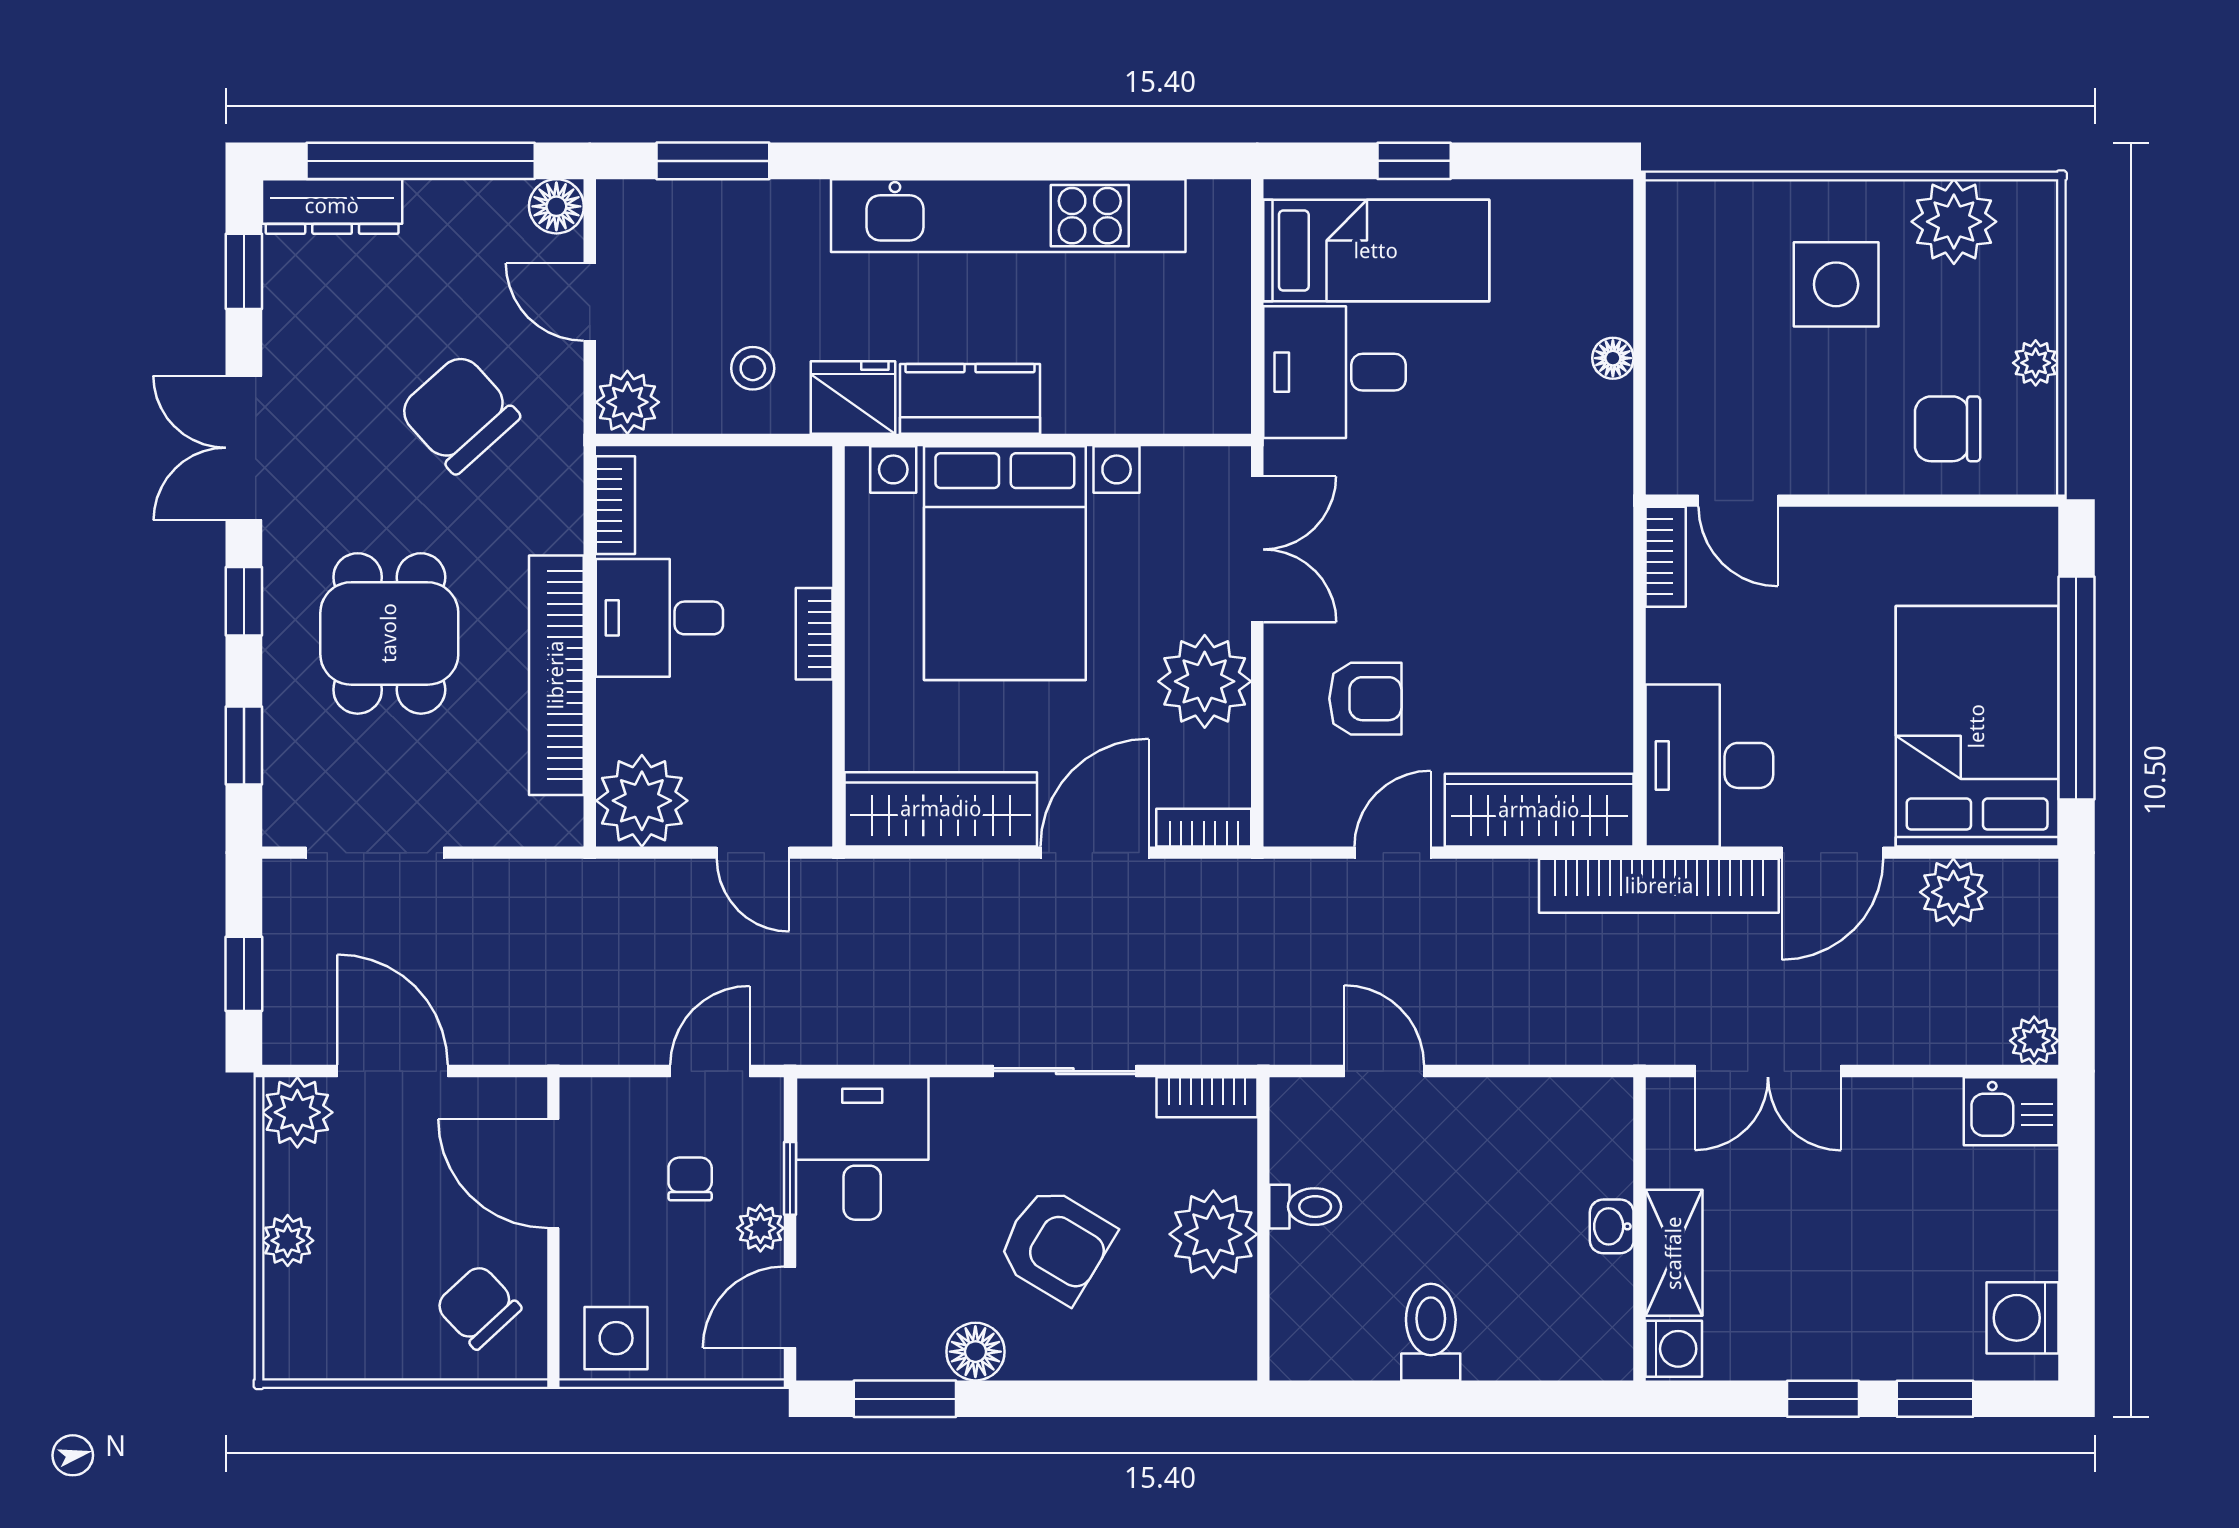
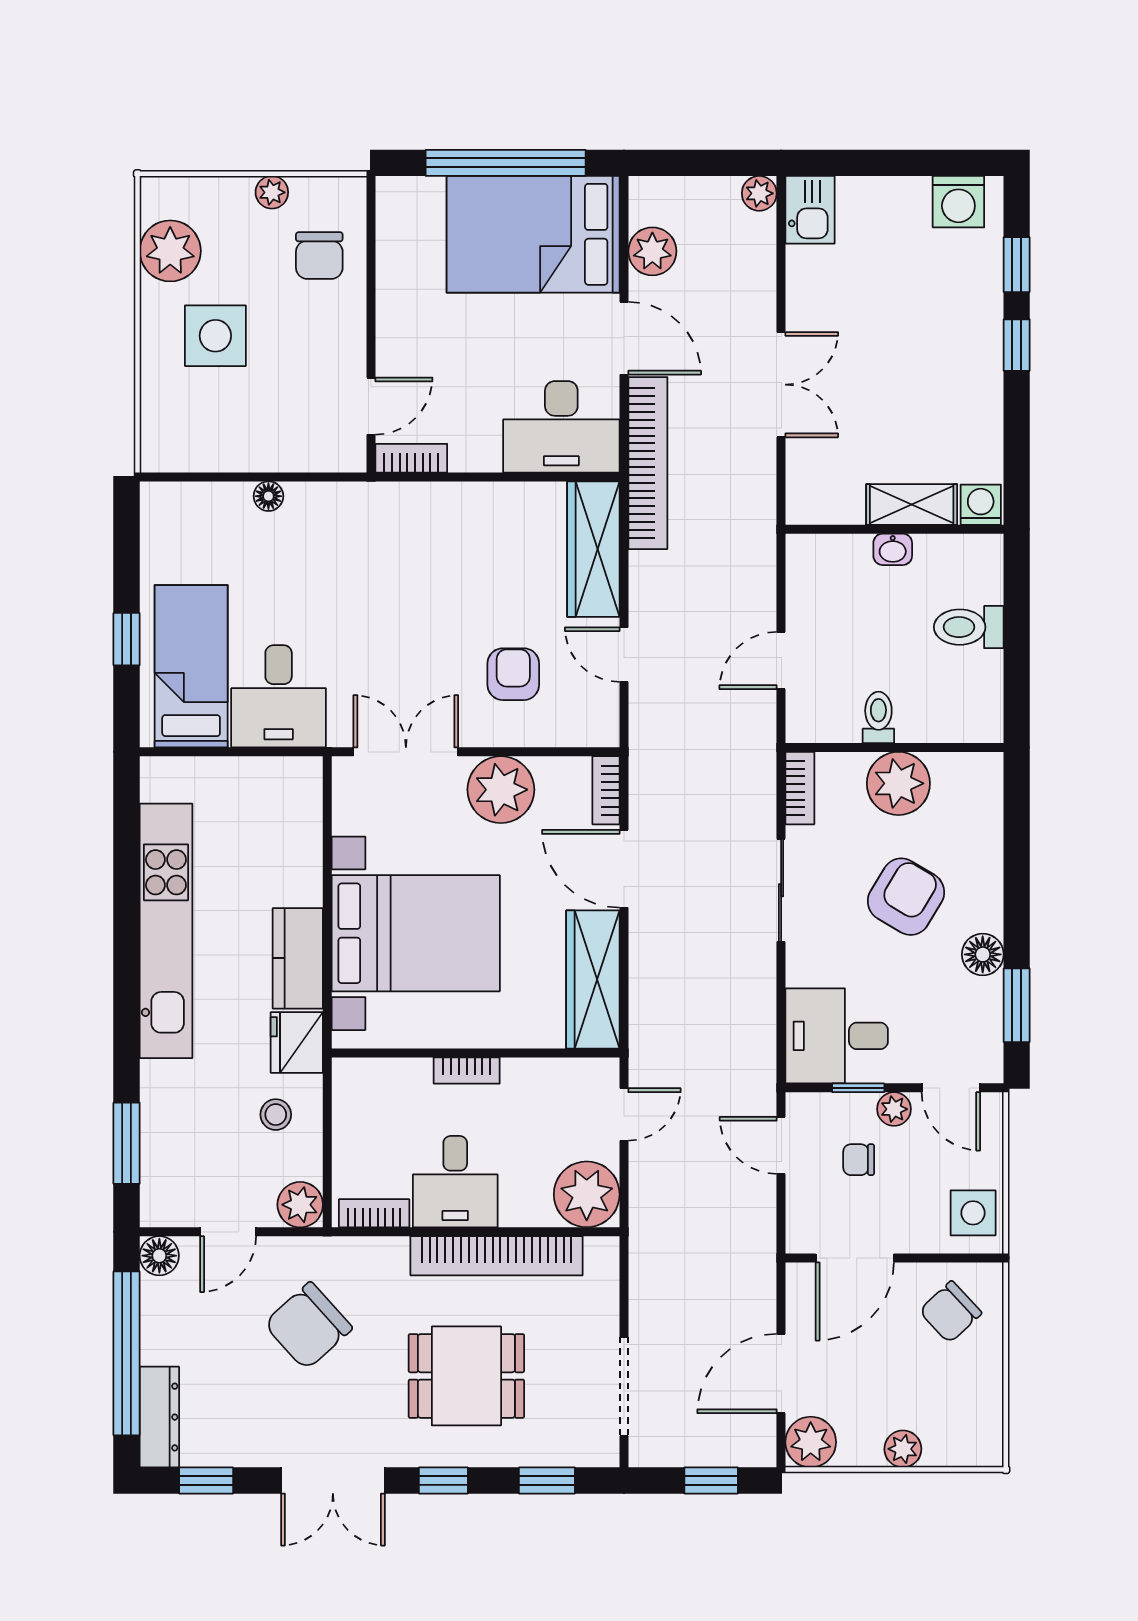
washbasin: (1612, 1226) -> (893, 549), moved
wall: (1640, 1229) -> (894, 529), moved
shelving: (1674, 1253) -> (912, 505), moved
washing machine: (1674, 1349) -> (981, 505), moved

